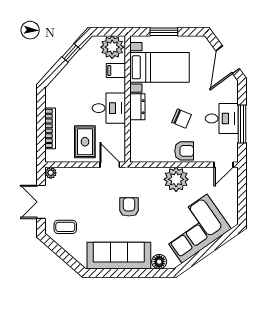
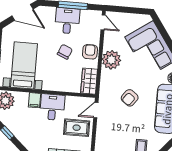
filing cabinet: (116, 71) -> (34, 100), moved
dresser: (137, 107) -> (53, 85), removed
wardrobe: (146, 153) -> (89, 81), added
armchair: (129, 207) -> (130, 98), turned -53

